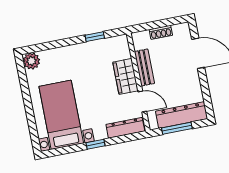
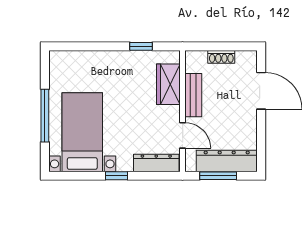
plant: (31, 61) -> (59, 61), removed
wardrobe: (125, 76) -> (168, 84), moved
window: (29, 107) -> (45, 116), added

